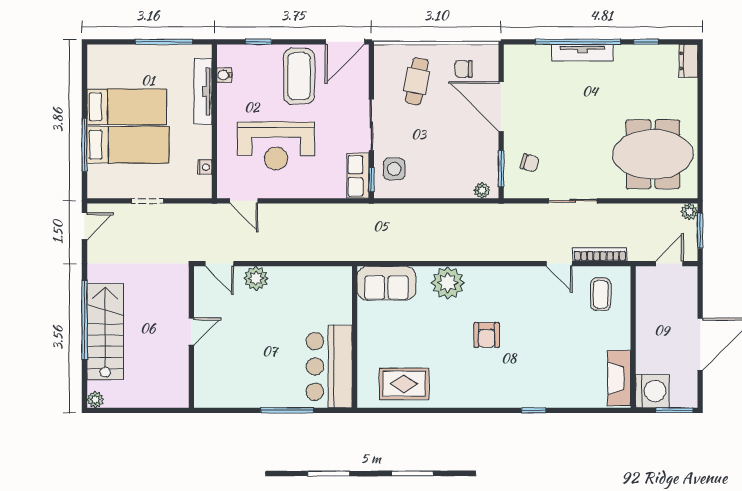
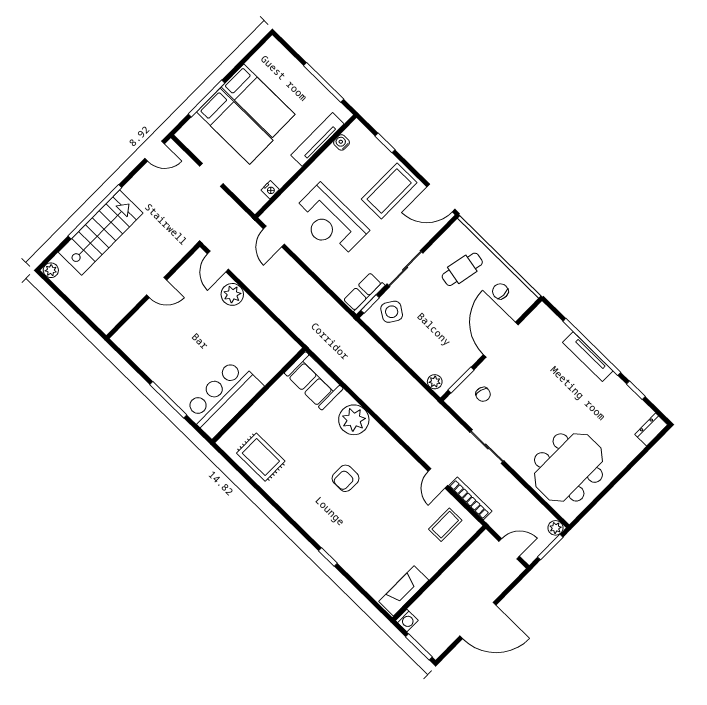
meeting table: (653, 154) -> (568, 467), turned 90
side table: (394, 169) -> (392, 312), turned 33
washing machine: (652, 391) -> (407, 620), width x0.53, depth x0.53

